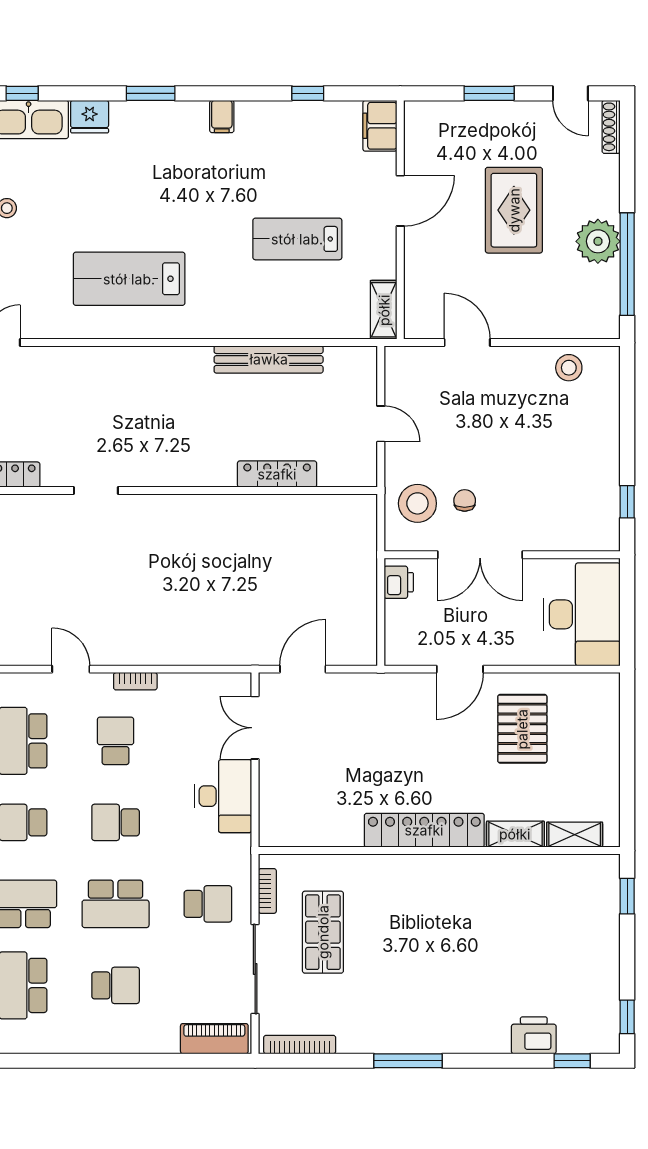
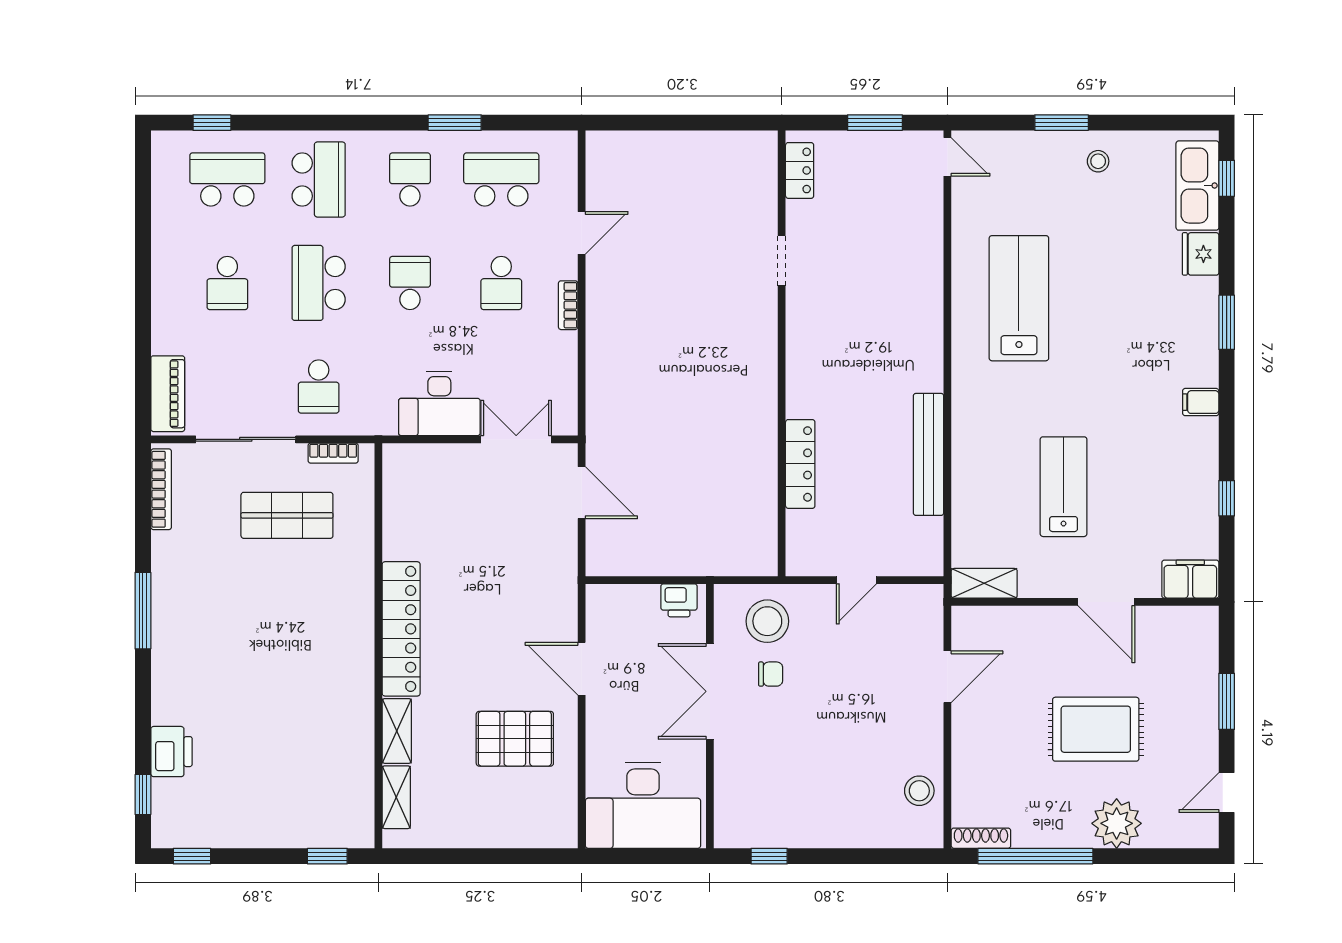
shoe rack: (611, 127) -> (981, 838), moved
plant: (598, 241) -> (1117, 823), moved
school desk: (116, 741) -> (501, 283), turned 90

